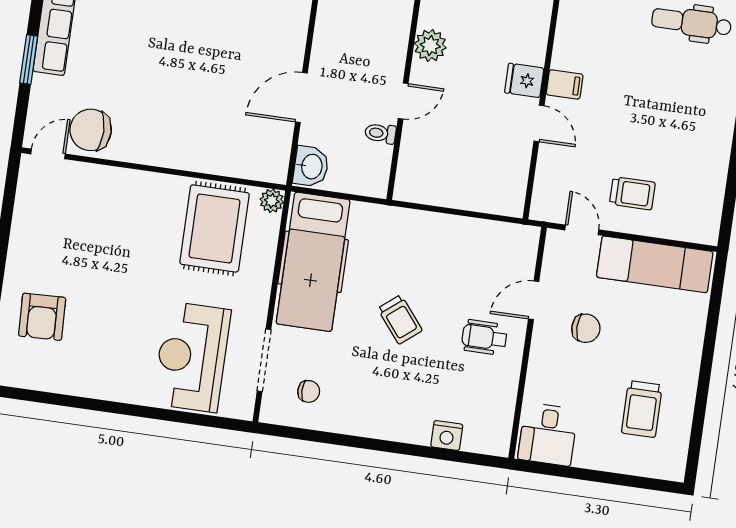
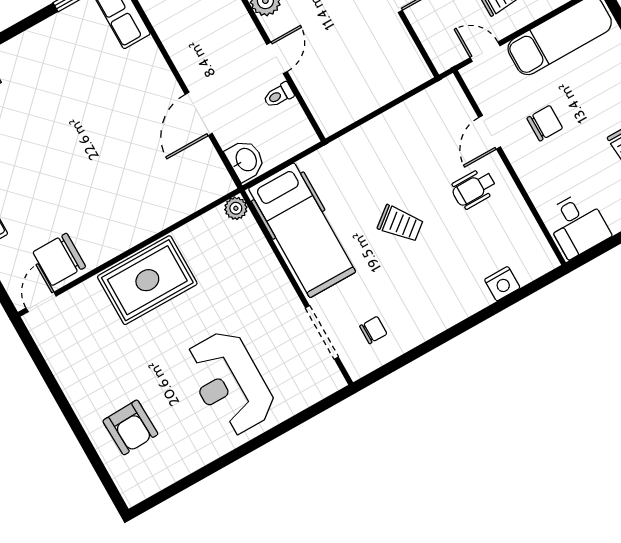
rug: (215, 228) -> (147, 280), moved, turned 90
reception desk: (192, 357) -> (230, 383), moved

